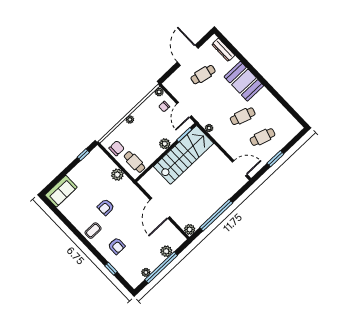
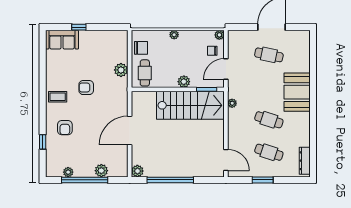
dresser: (223, 50) -> (305, 161), moved
window: (83, 155) -> (79, 27), moved

